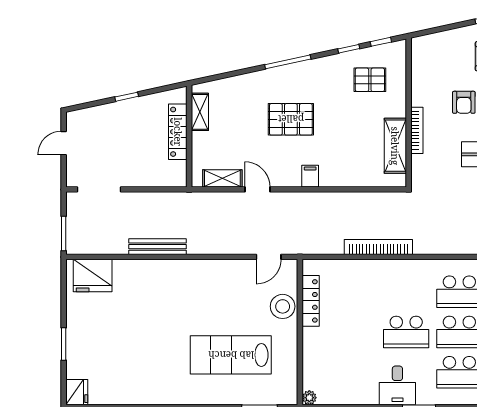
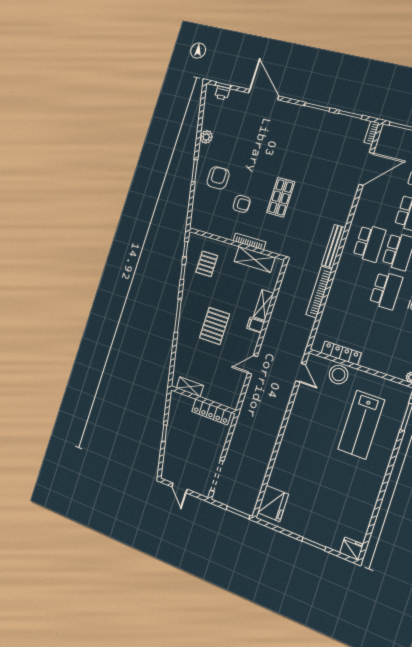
locker: (178, 132) -> (212, 412), moved
shelving: (222, 178) -> (264, 305), moved
bench: (158, 247) -> (334, 246), moved

